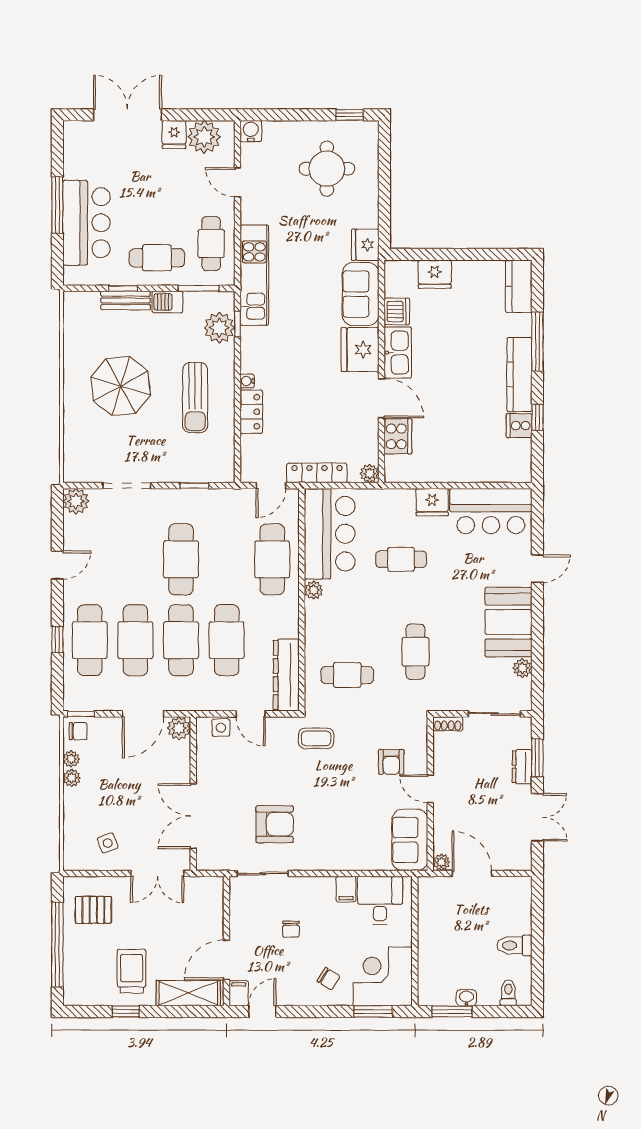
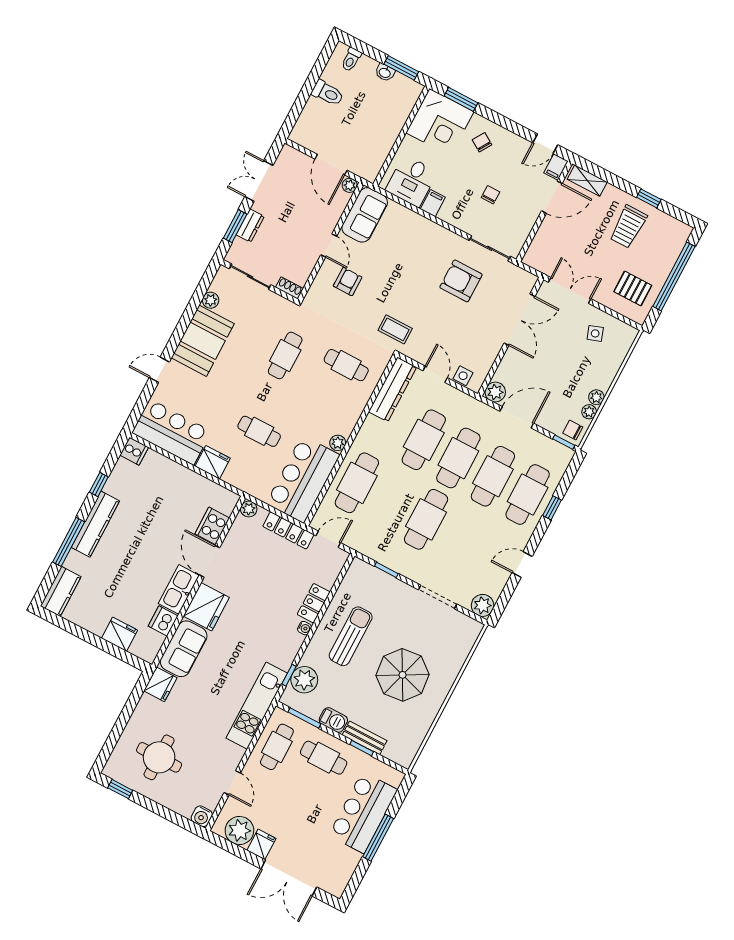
cooker: (519, 426) -> (134, 451), moved
shelving: (188, 993) -> (587, 181), width x0.67, depth x0.75

